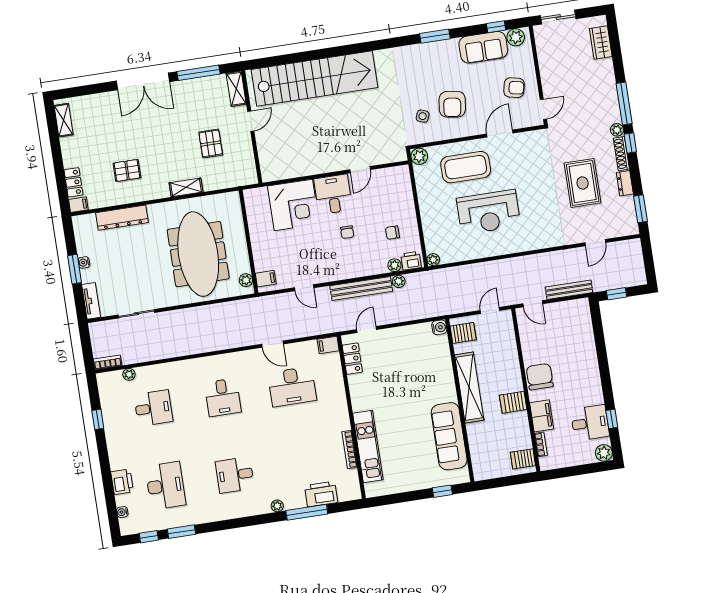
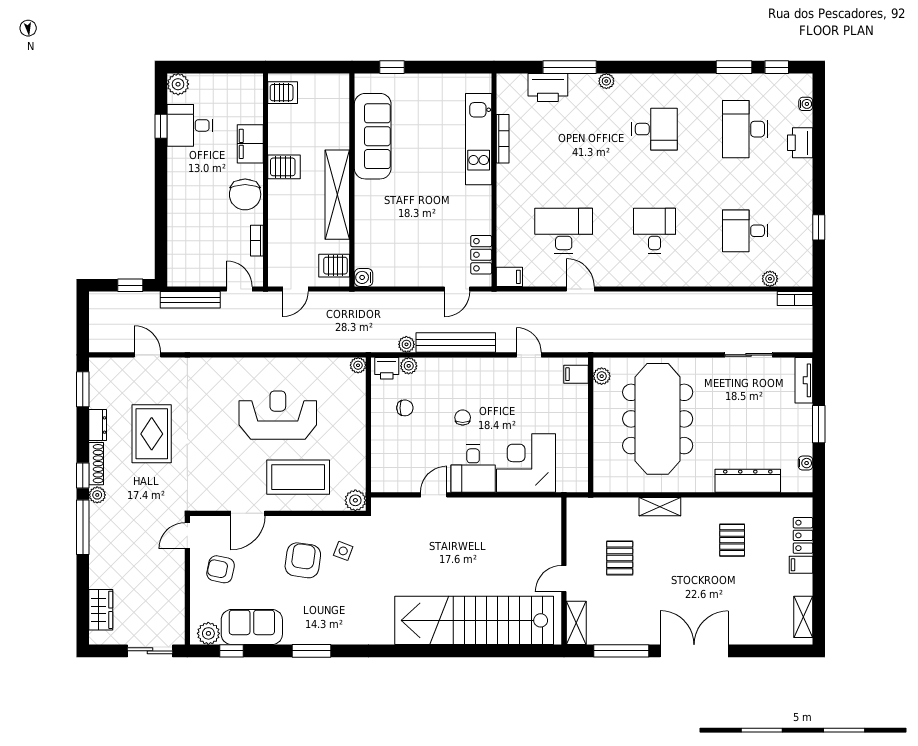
pallet: (127, 170) -> (732, 540), turned 90
filing cabinet: (78, 205) -> (801, 565), moved
door: (595, 243) -> (147, 355), hinge flipped
water cooler: (84, 263) -> (805, 463), moved
bookcase: (541, 444) -> (257, 241), moved

